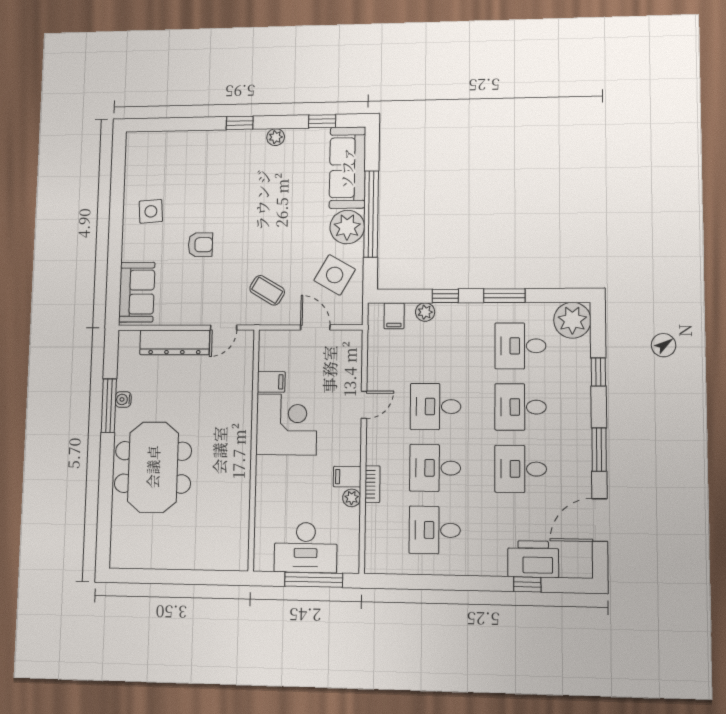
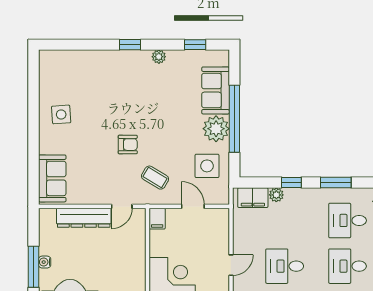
sofa: (347, 168) -> (216, 90), width x0.73
armchair: (200, 245) -> (128, 145), moved
side table: (335, 275) -> (207, 166), turned -30
filing cabinet: (394, 316) -> (253, 198), width x2.00
filing cabinet: (271, 382) -> (157, 219), moved, turned 90

